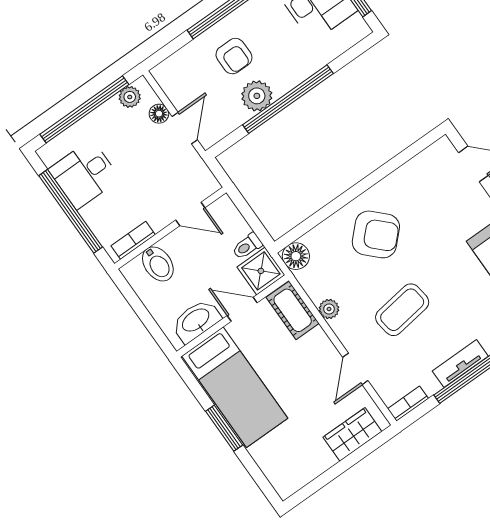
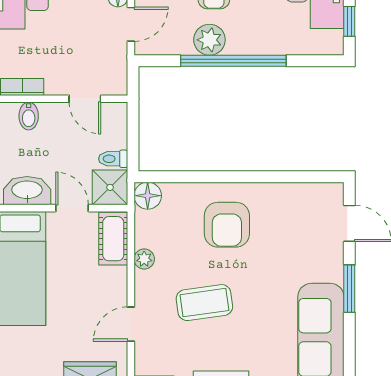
armchair: (376, 234) -> (227, 225), turned 45
bidet: (158, 264) -> (29, 116), width x0.72, depth x0.74

